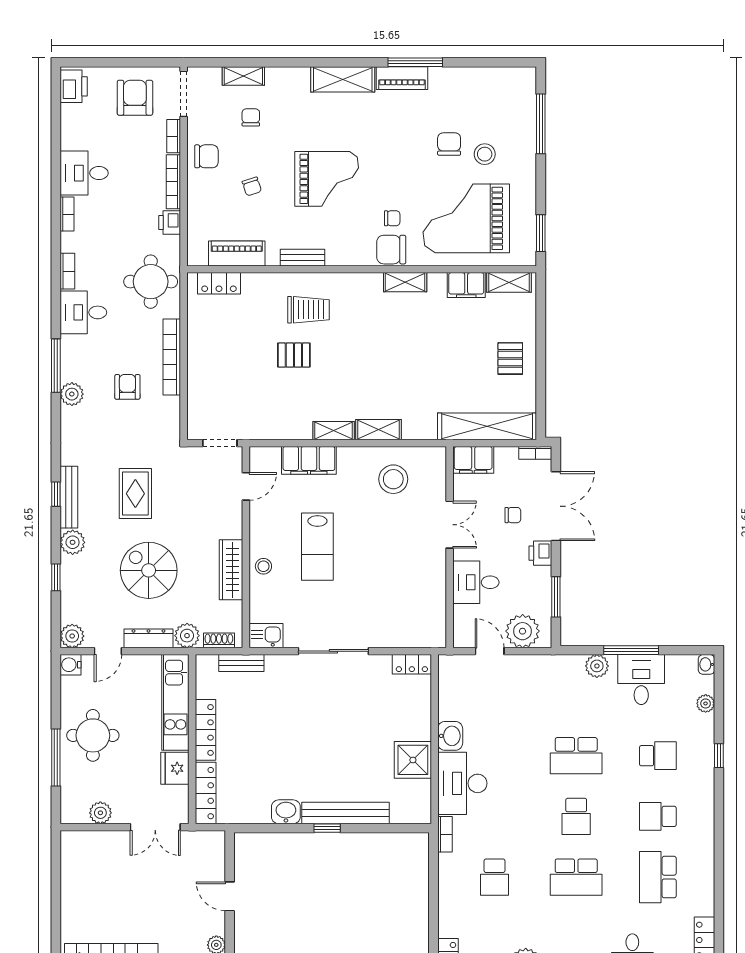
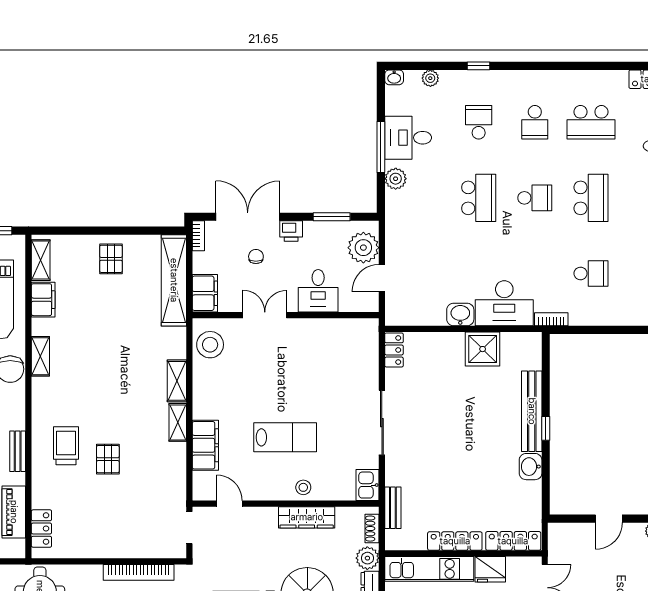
bookcase: (172, 357) -> (139, 572), moved
pallet: (510, 358) -> (111, 259), turned 90
stool: (393, 479) -> (210, 345), moved

